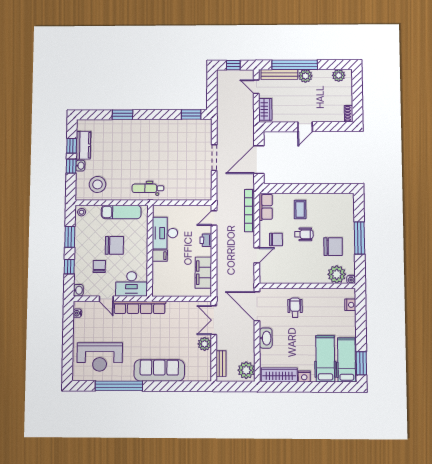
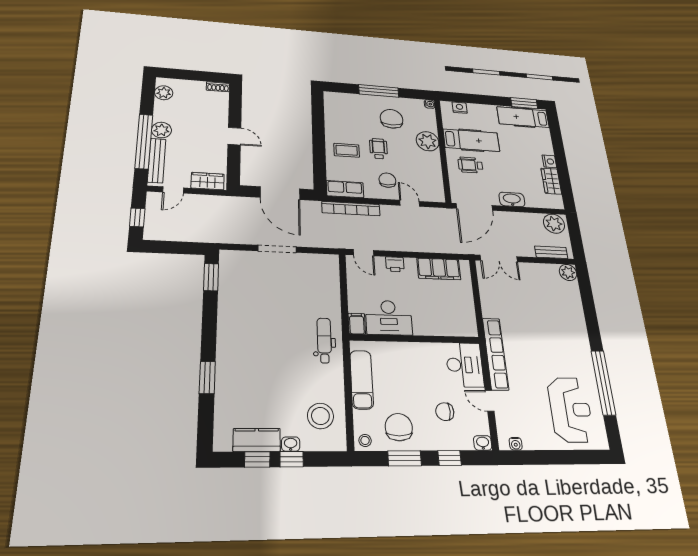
dental chair: (148, 188) -> (324, 340), turned 180
chair: (114, 245) -> (399, 427), moved
filing cabinet: (160, 256) -> (357, 324), moved
plant: (337, 274) -> (428, 141), moved
door: (106, 299) -> (490, 401), swing flipped
plant: (205, 344) -> (568, 272), moved
hospital bed: (325, 359) -> (471, 140), moved, turned 180
sofa: (159, 370) -> (573, 329), removed
wardrobe: (279, 375) -> (551, 181), width x0.67

